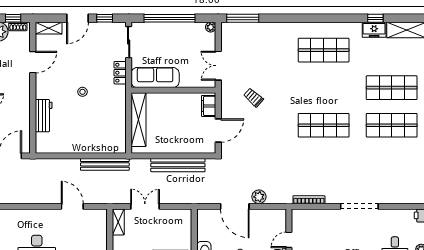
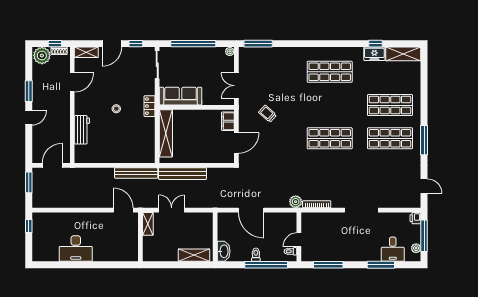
locker: (120, 73) -> (150, 106), moved
bench: (178, 165) -> (182, 174), moved
plant: (259, 197) -> (296, 202), moved
door: (72, 206) -> (123, 210), moved

